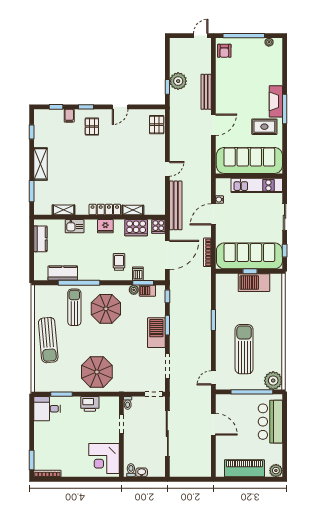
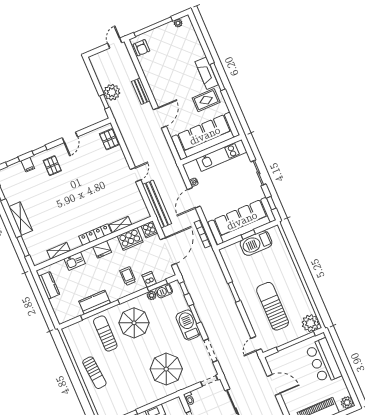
bench: (206, 92) -> (141, 91), width x0.73
kitchen counter: (63, 273) -> (95, 302), moved
sun lounger: (48, 340) -> (94, 373), width x0.73, depth x0.75
parasol: (97, 372) -> (166, 369), moved

